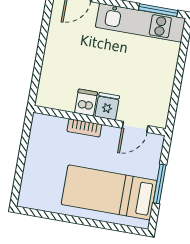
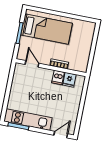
fridge: (107, 106) -> (69, 80), moved
door: (135, 127) -> (32, 64), hinge flipped

